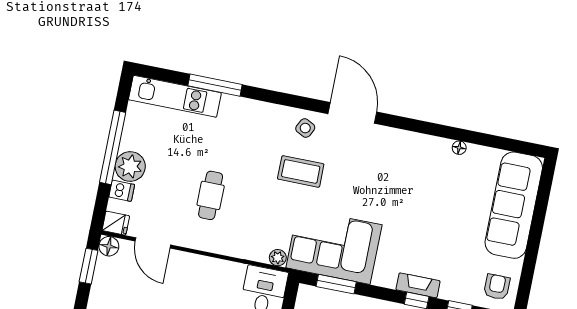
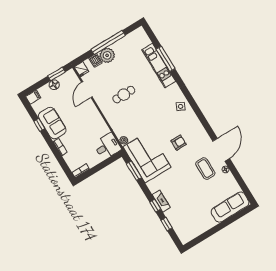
kitchen unit: (175, 96) -> (159, 66), moved
door: (352, 113) -> (221, 150), moved
coffee table: (301, 171) -> (205, 169), moved
sofa: (514, 205) -> (230, 207), width x0.74, depth x0.79
floor lamp: (109, 246) -> (54, 85), moved
armchair: (497, 287) -> (179, 143), moved

